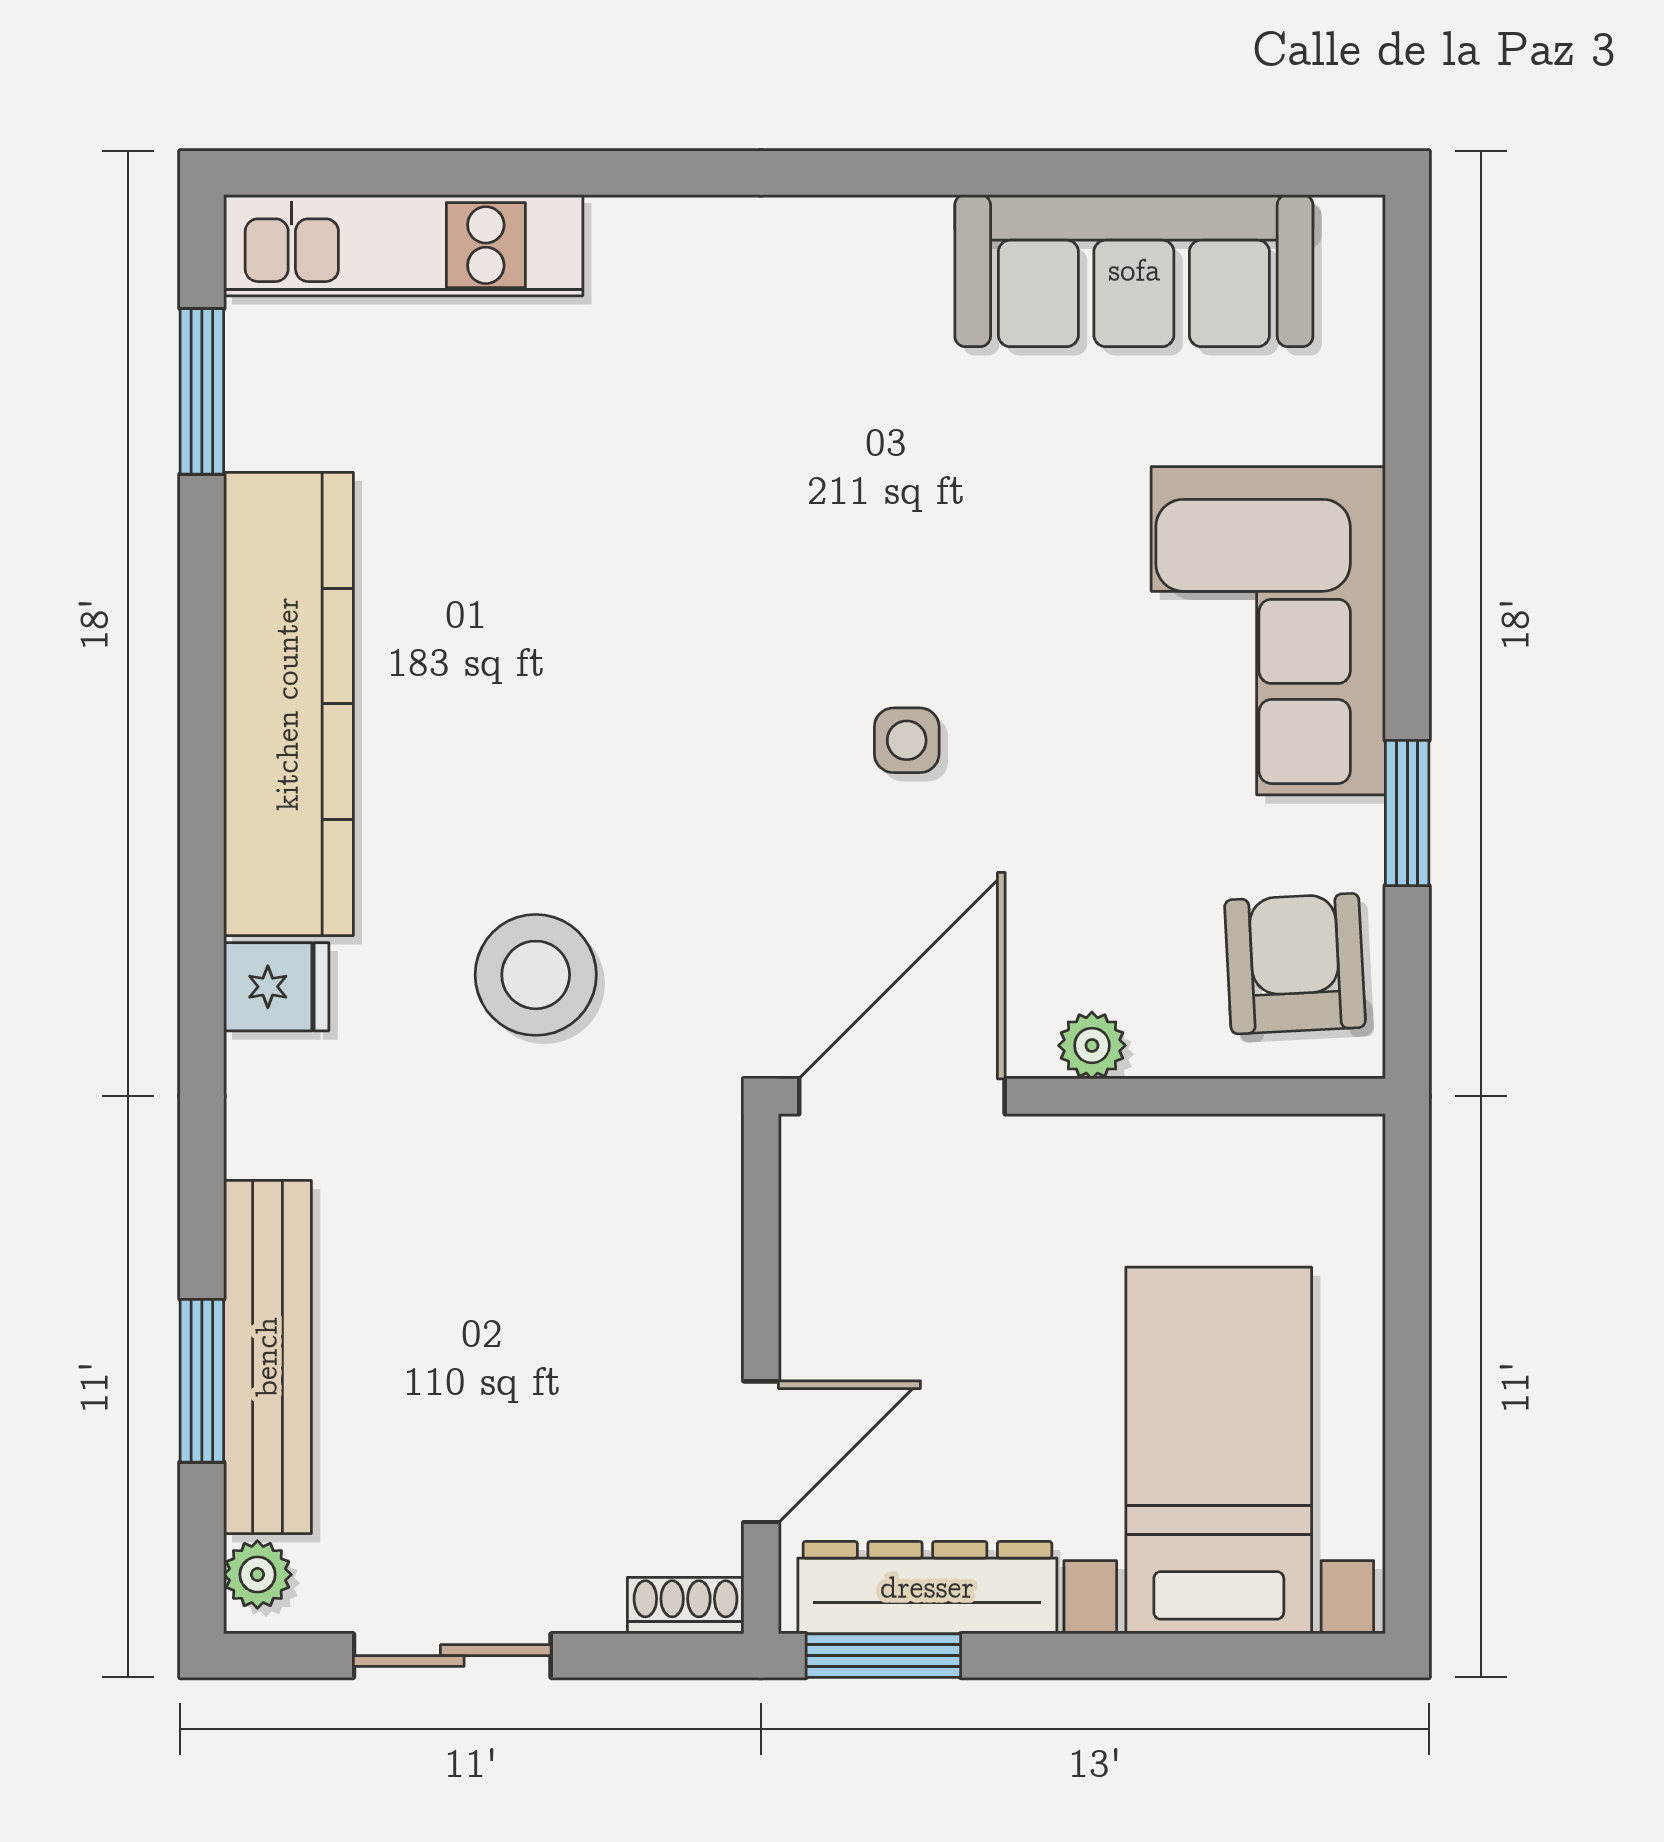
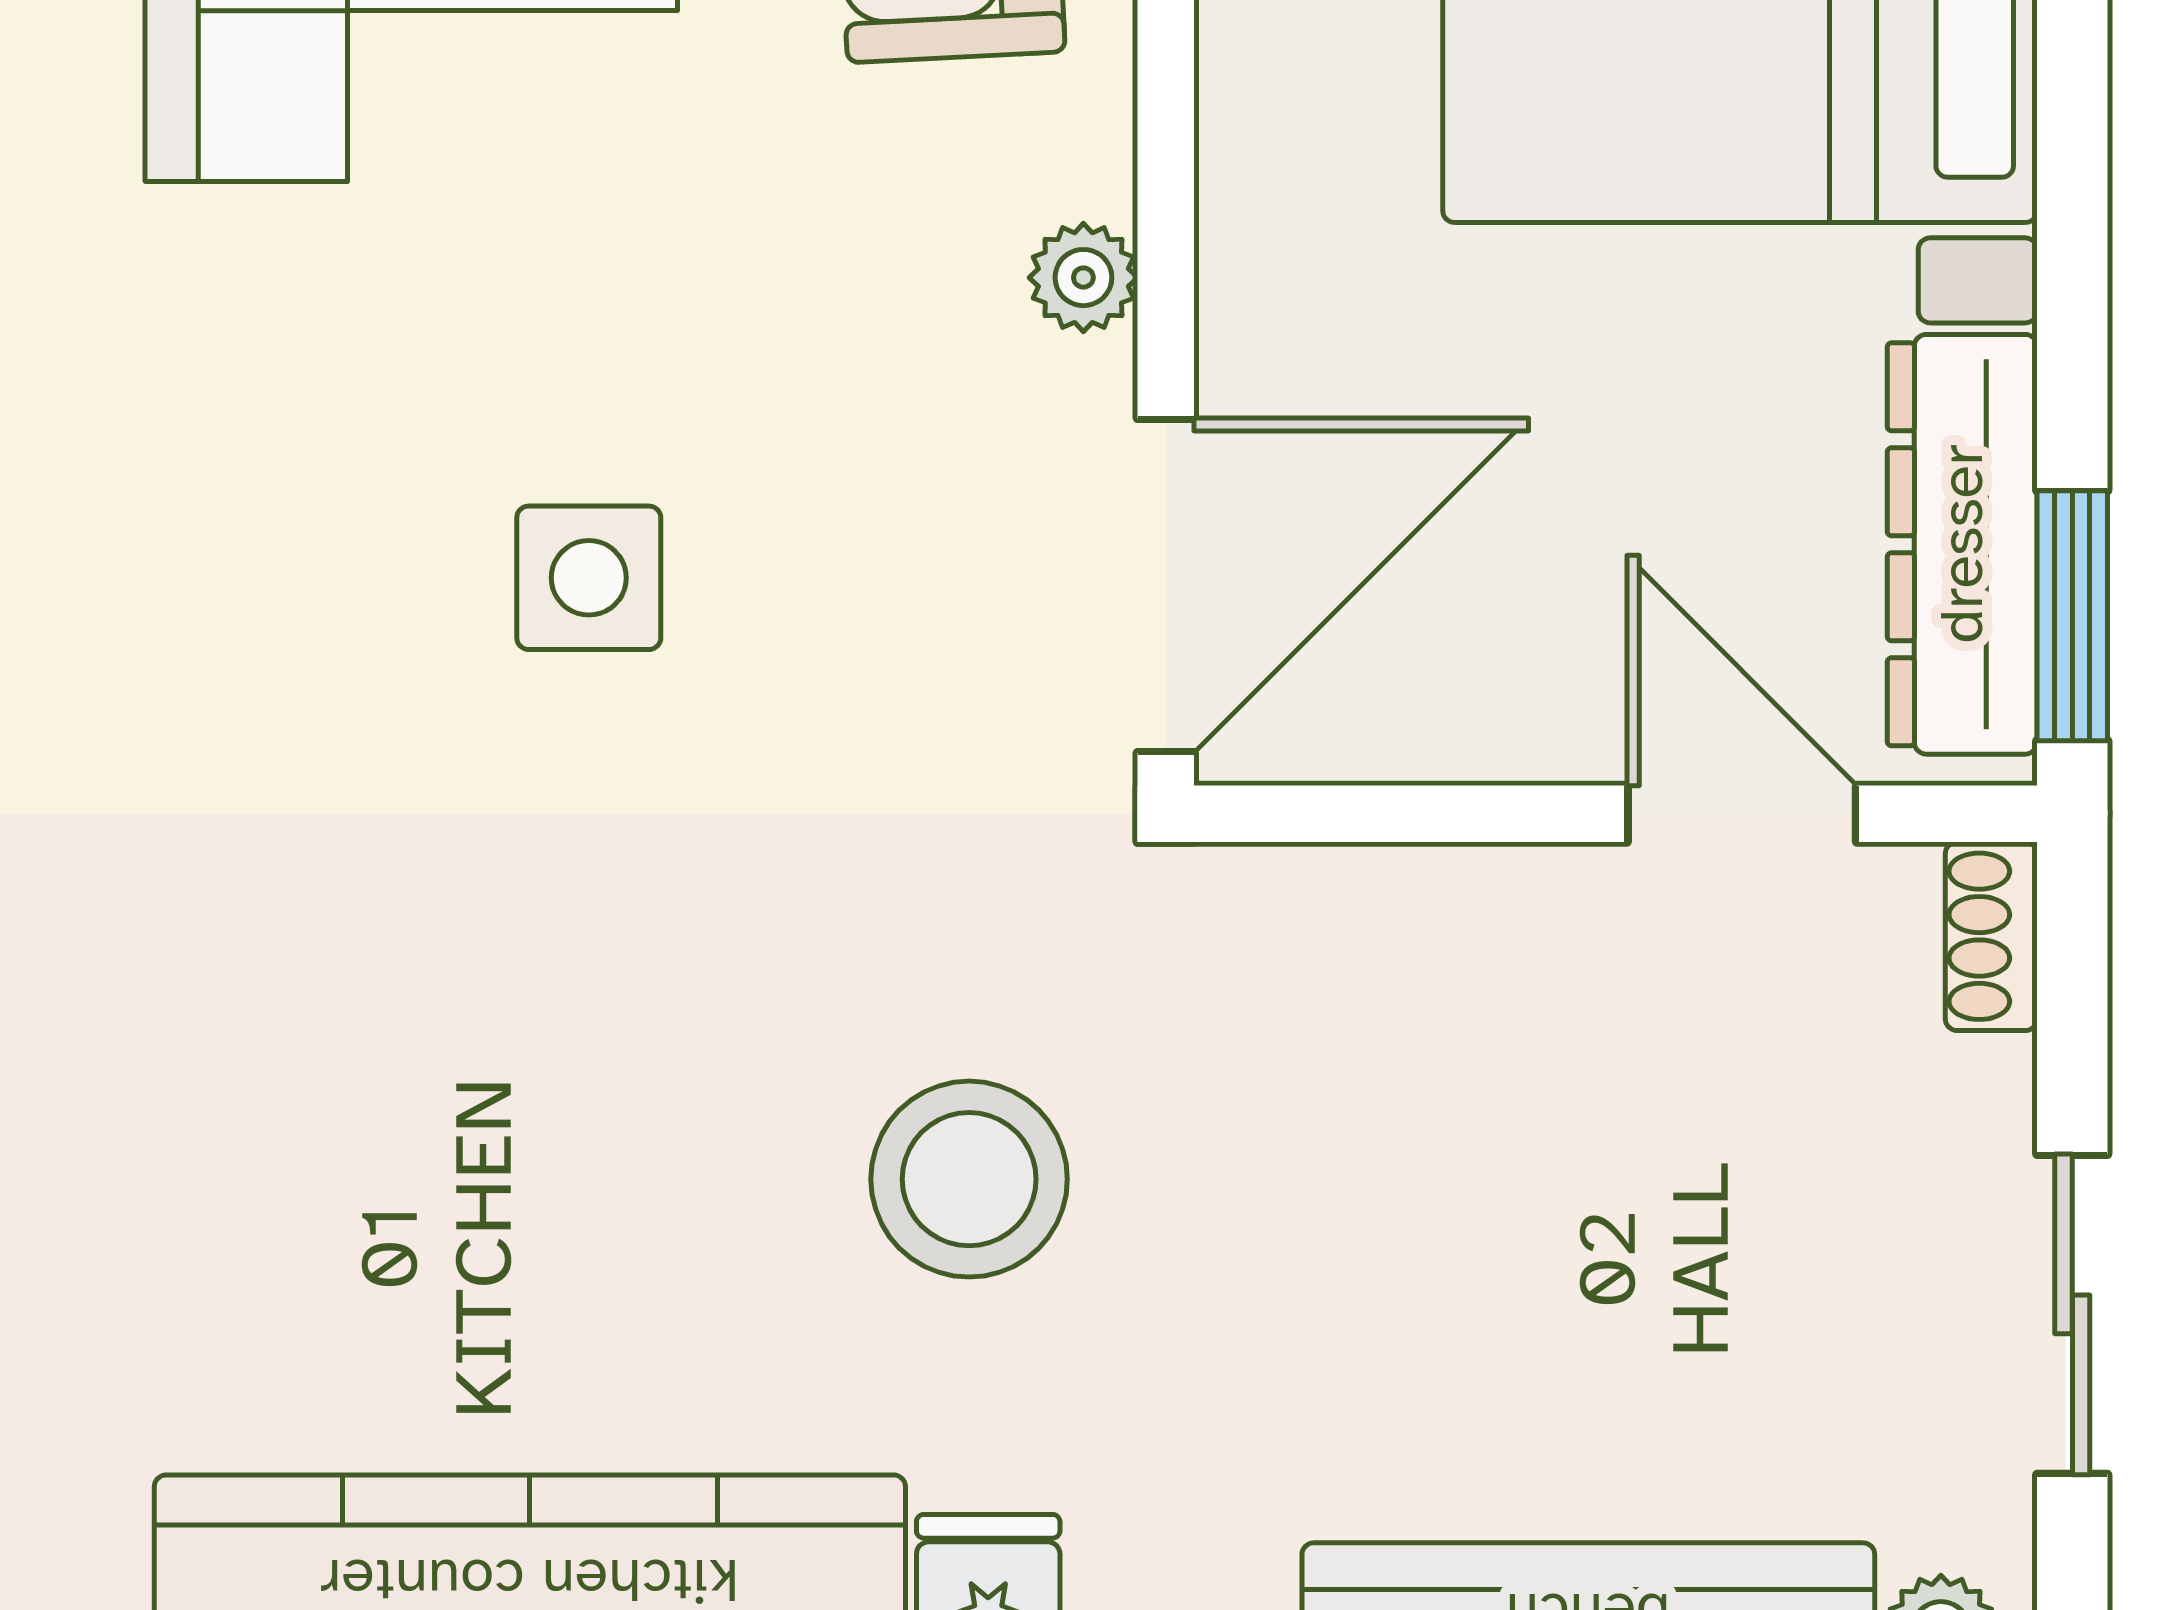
side table: (907, 740) -> (589, 578), width x1.37, depth x1.37
door: (902, 1096) -> (1166, 586), swing flipped

